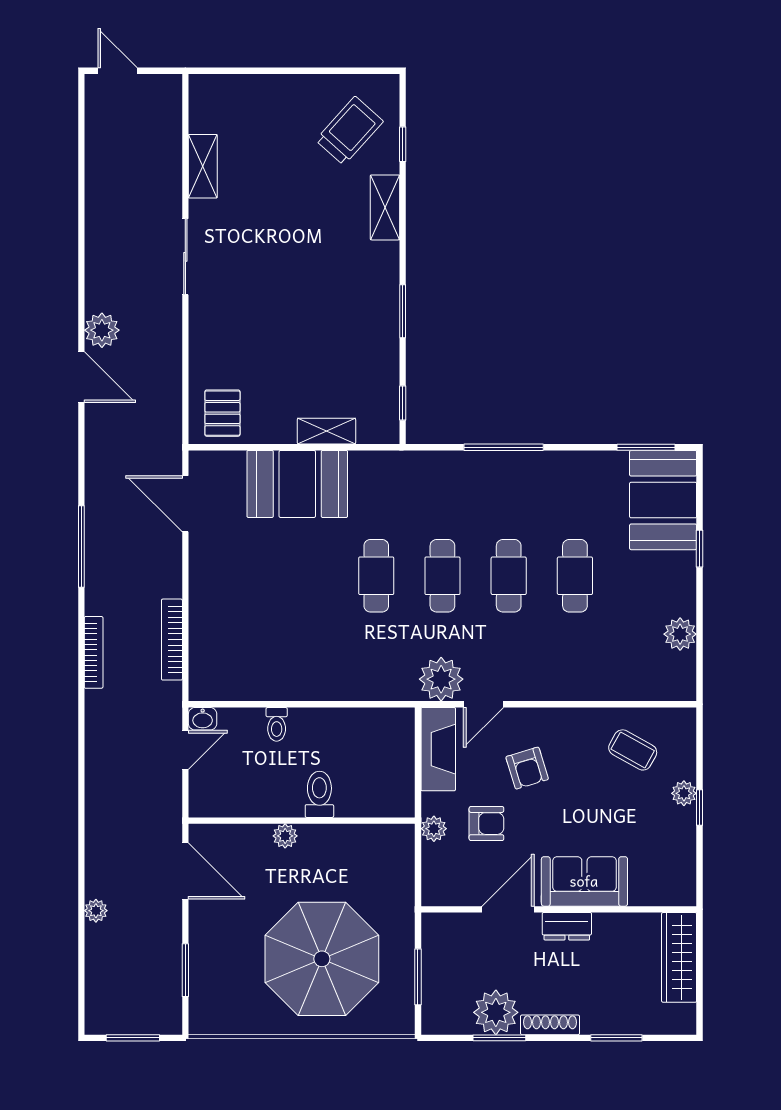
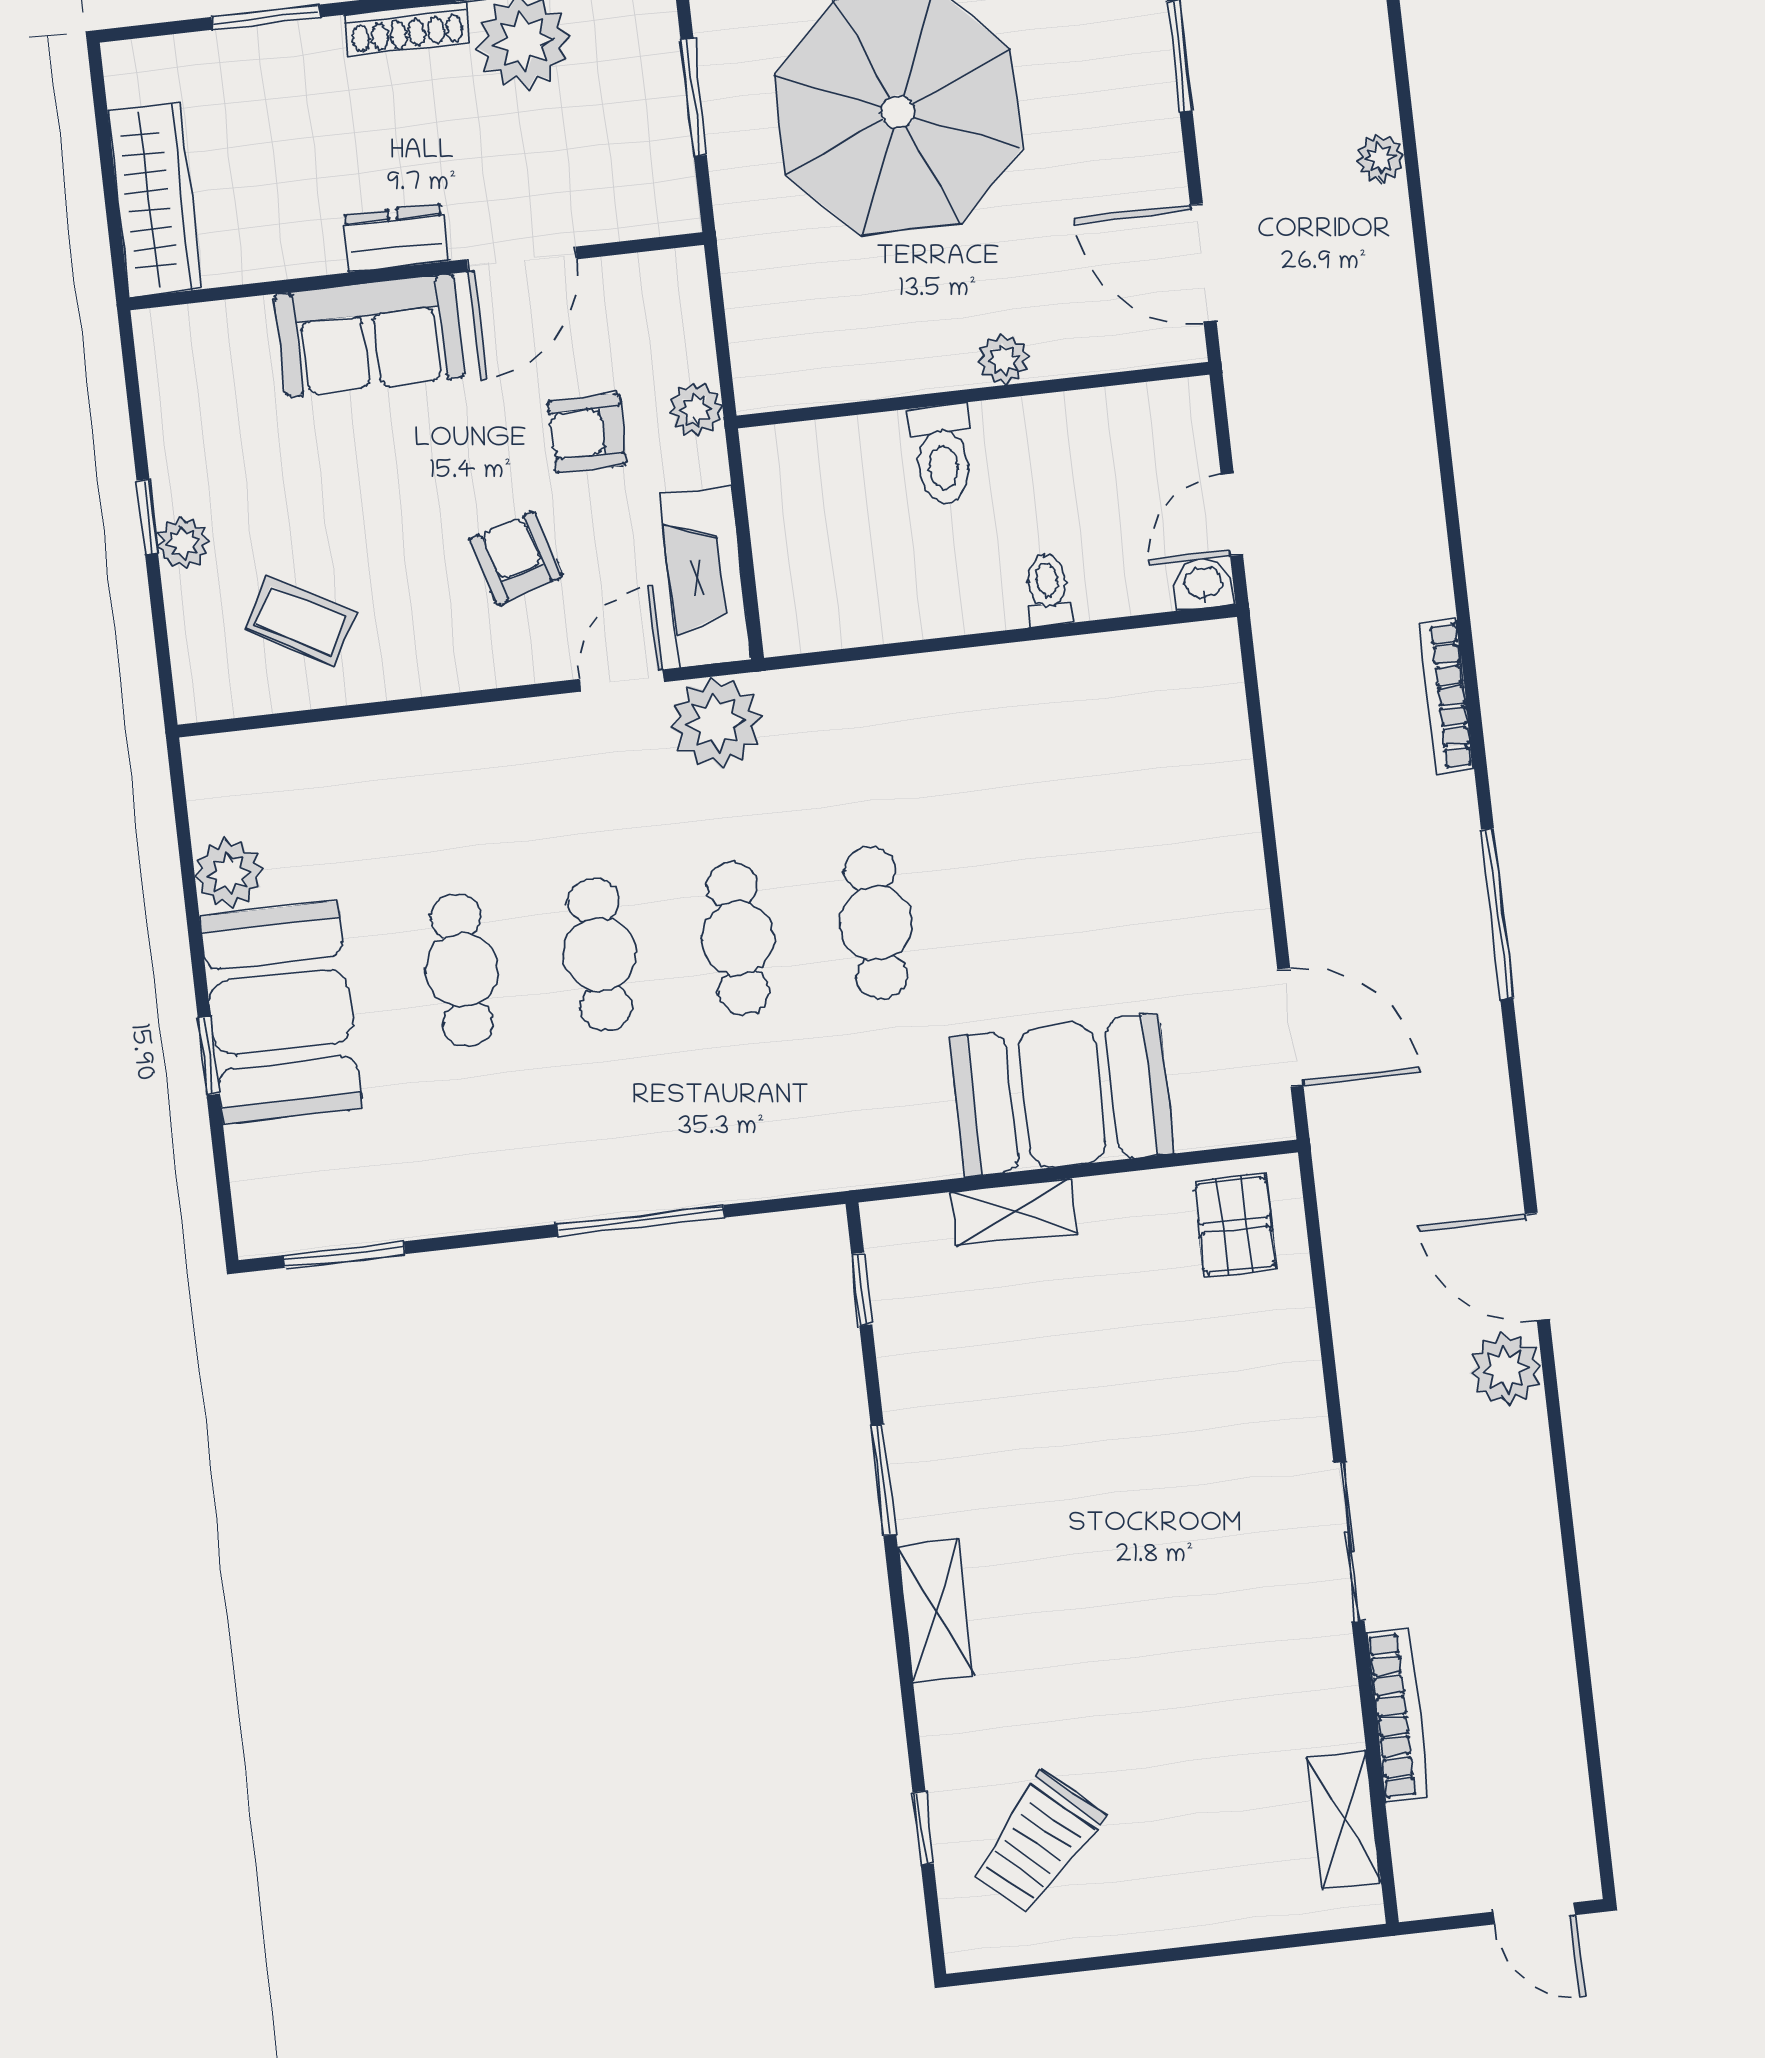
shelving: (203, 166) -> (1344, 1820), moved
shelving: (385, 207) -> (936, 1611), moved
booth: (663, 500) -> (281, 1012), moved
bookcase: (172, 640) -> (1397, 1716), moved

